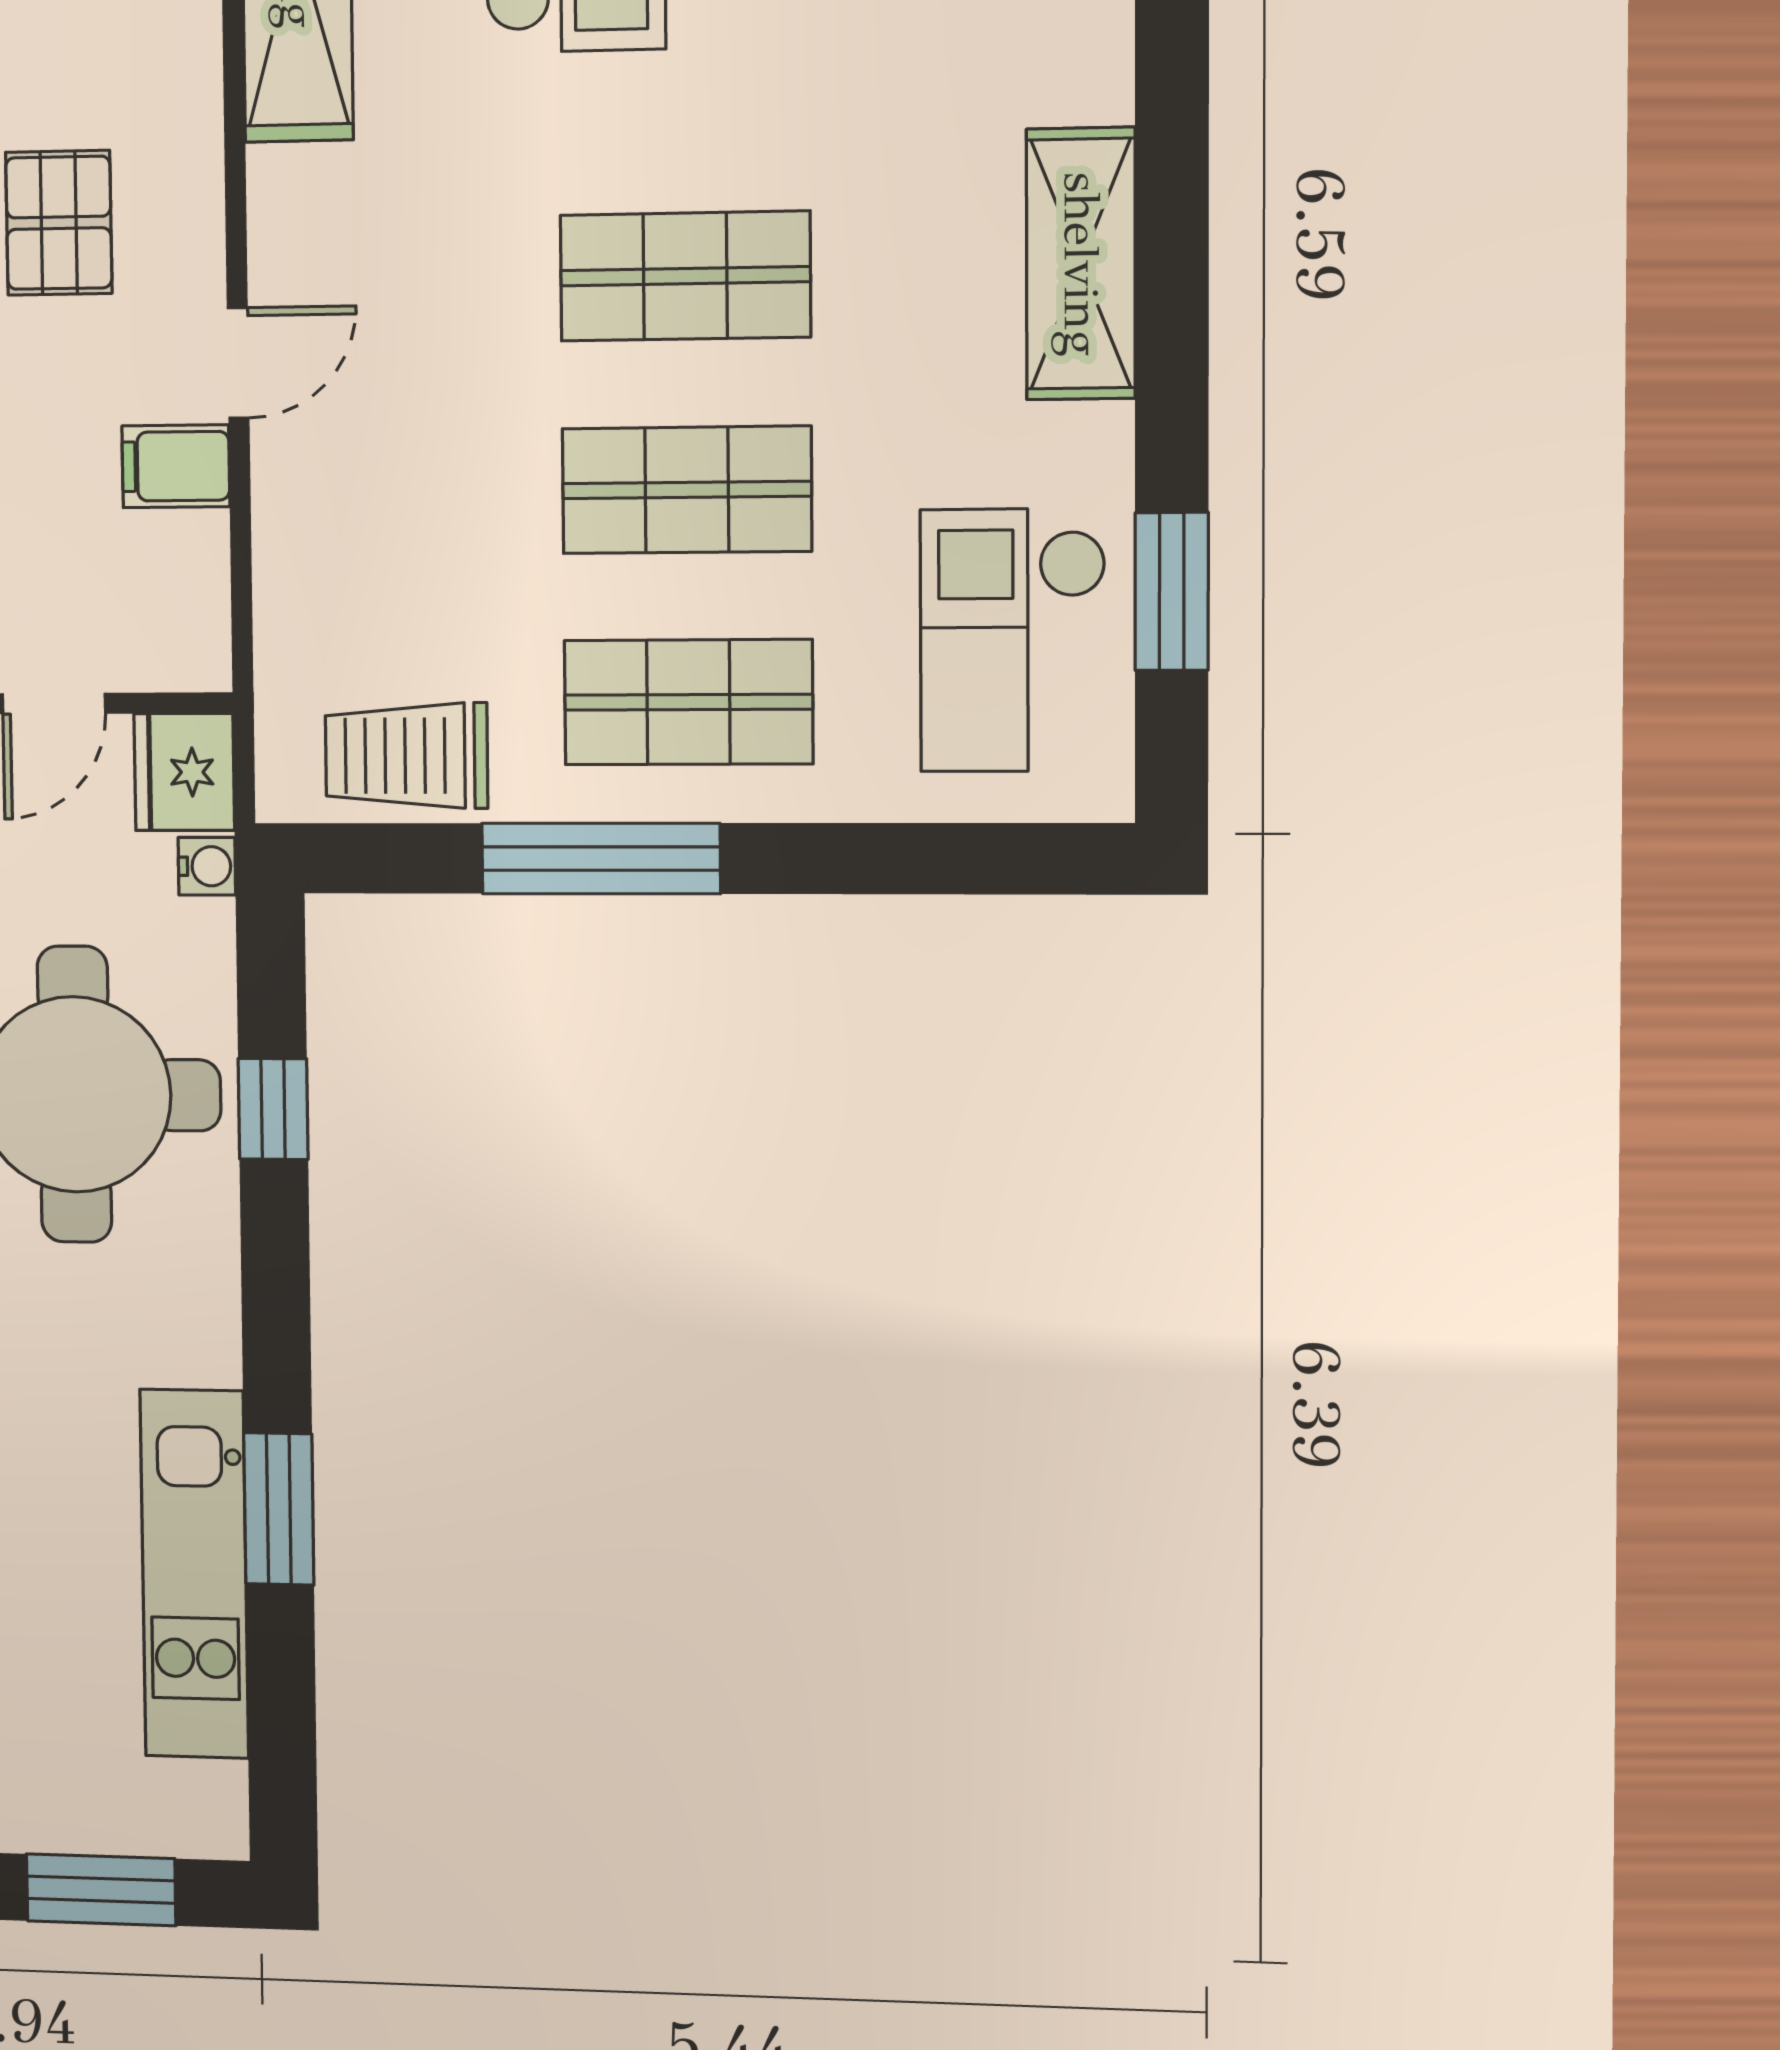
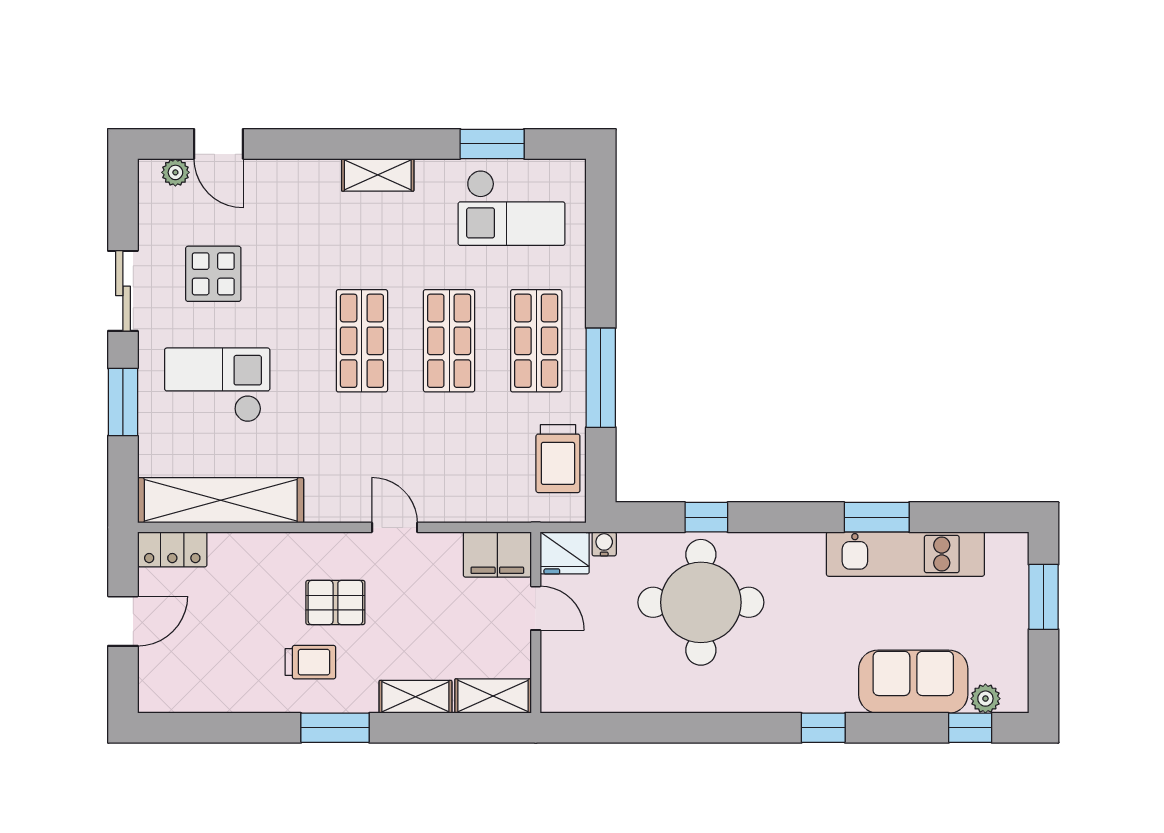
shelving: (1081, 264) -> (378, 175), width x0.67, depth x0.75
filing cabinet: (176, 466) -> (497, 554), moved, width x2.00

